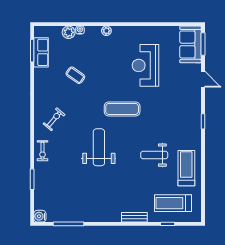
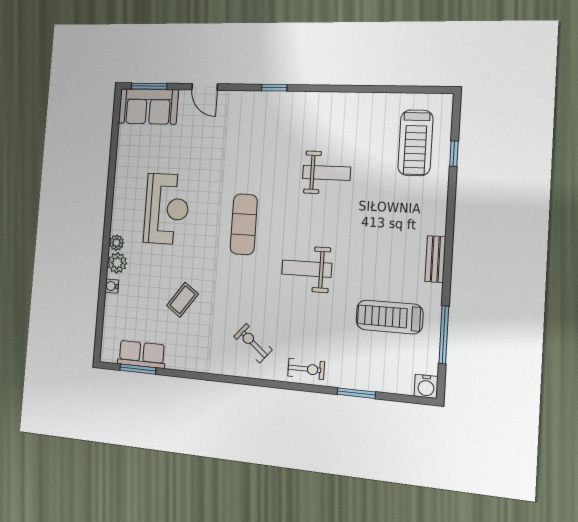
plant: (69, 32) -> (117, 263), moved
reception desk: (146, 65) -> (167, 209), moved, turned -90
door: (203, 79) -> (205, 87), swing flipped
weight bench: (99, 147) -> (307, 269), width x0.73, depth x0.75
weight bench: (154, 155) -> (326, 173), turned -90
treadmill: (186, 168) -> (389, 317), moved
bench: (134, 217) -> (435, 259), moved

